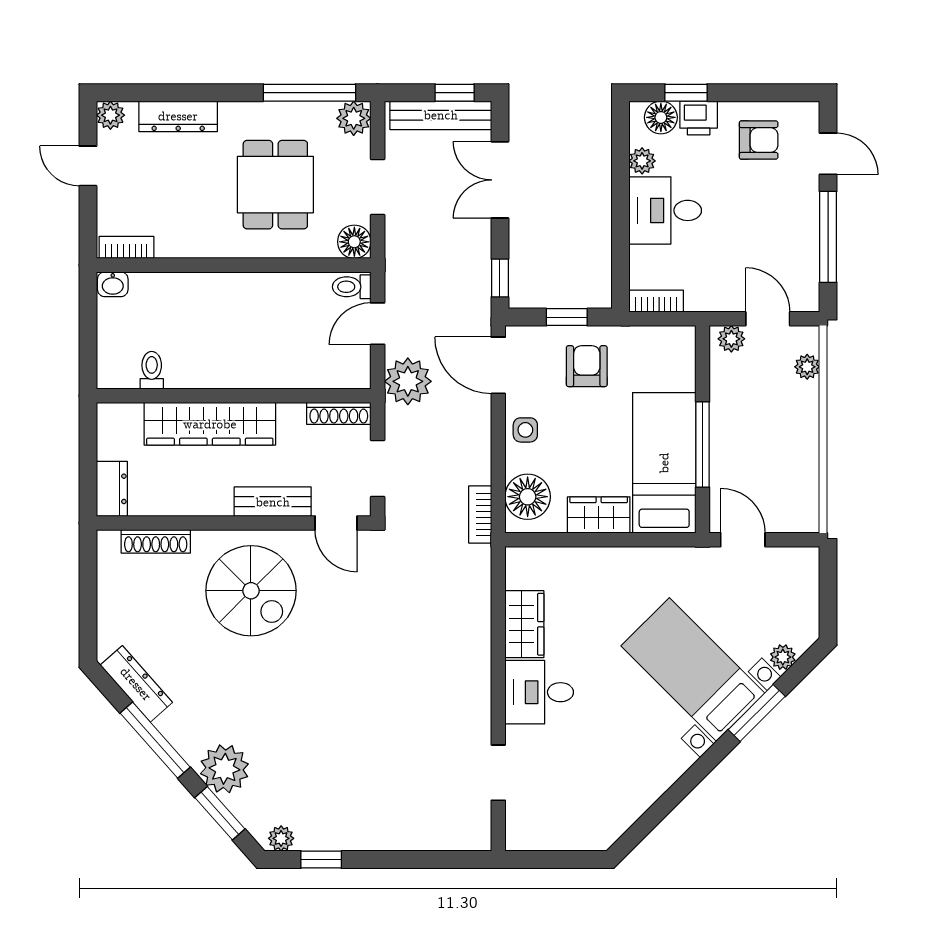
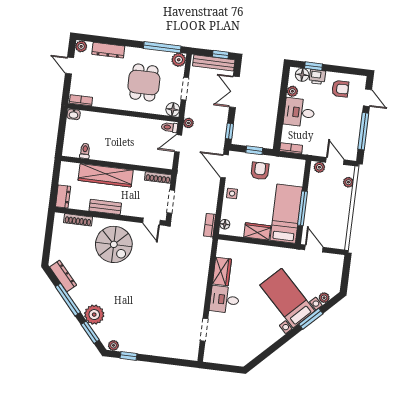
plant: (408, 381) -> (188, 123), moved, width x0.53, depth x0.53
floor lamp: (528, 497) -> (225, 224), width x0.53, depth x0.53
bench: (273, 502) -> (105, 207), moved

